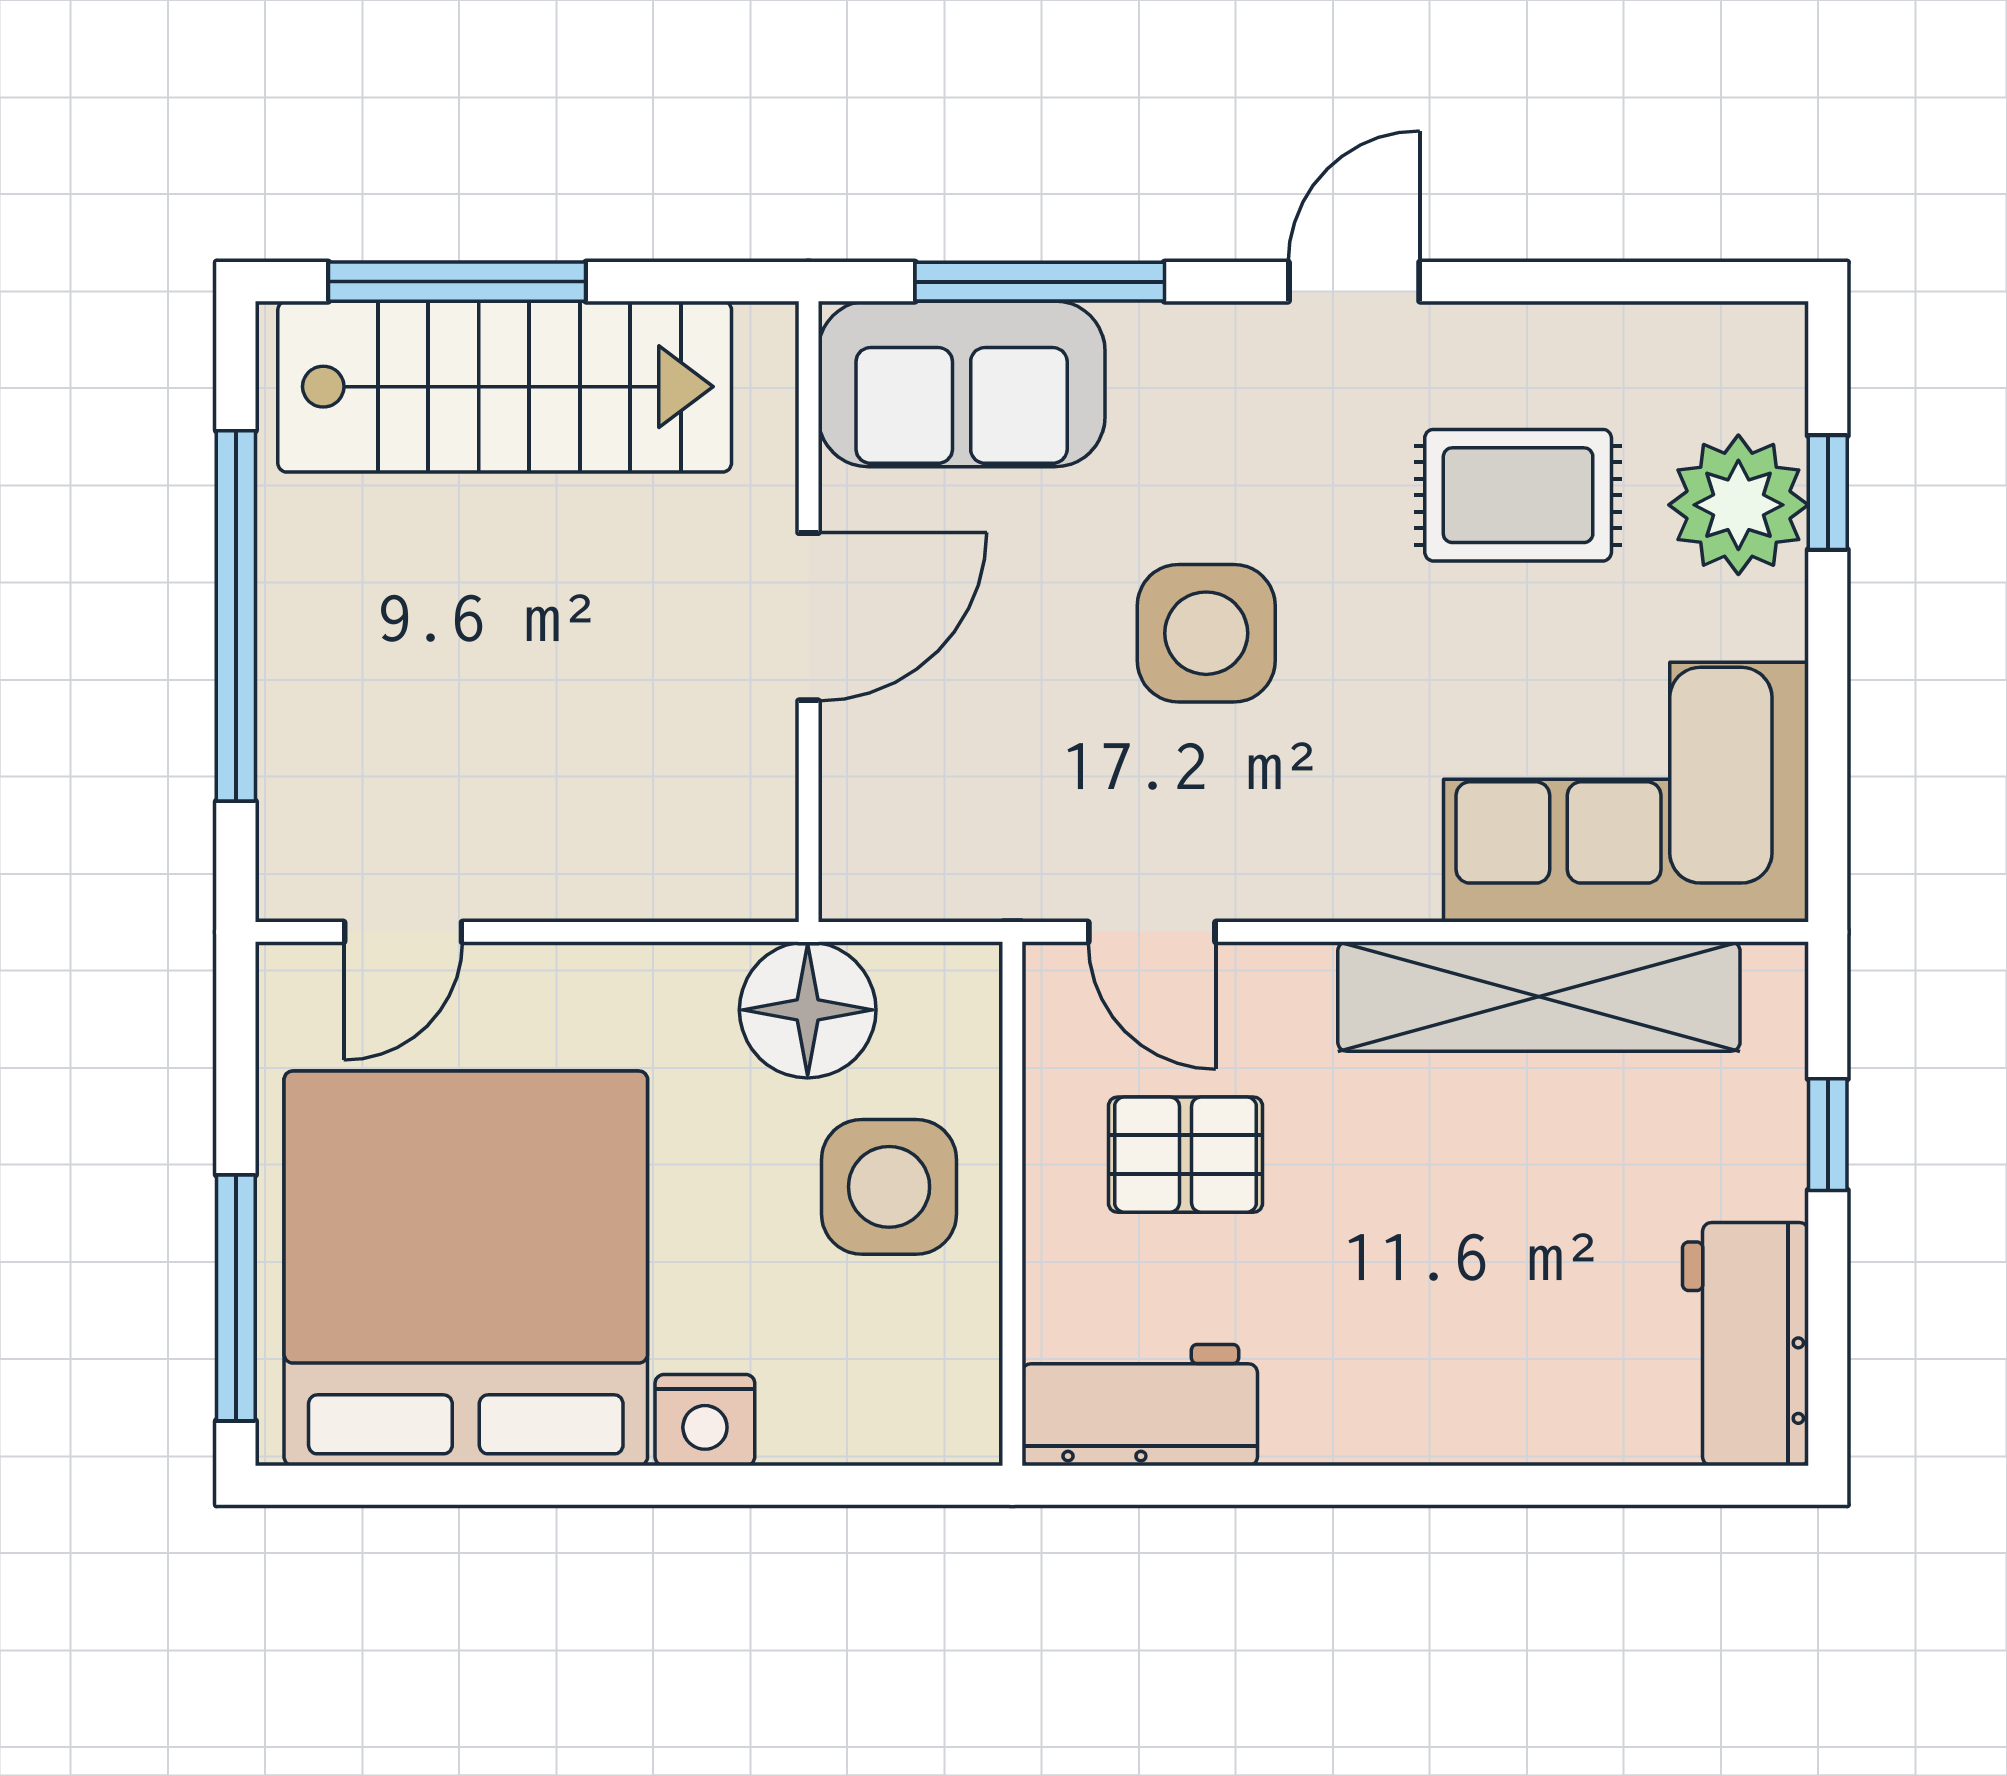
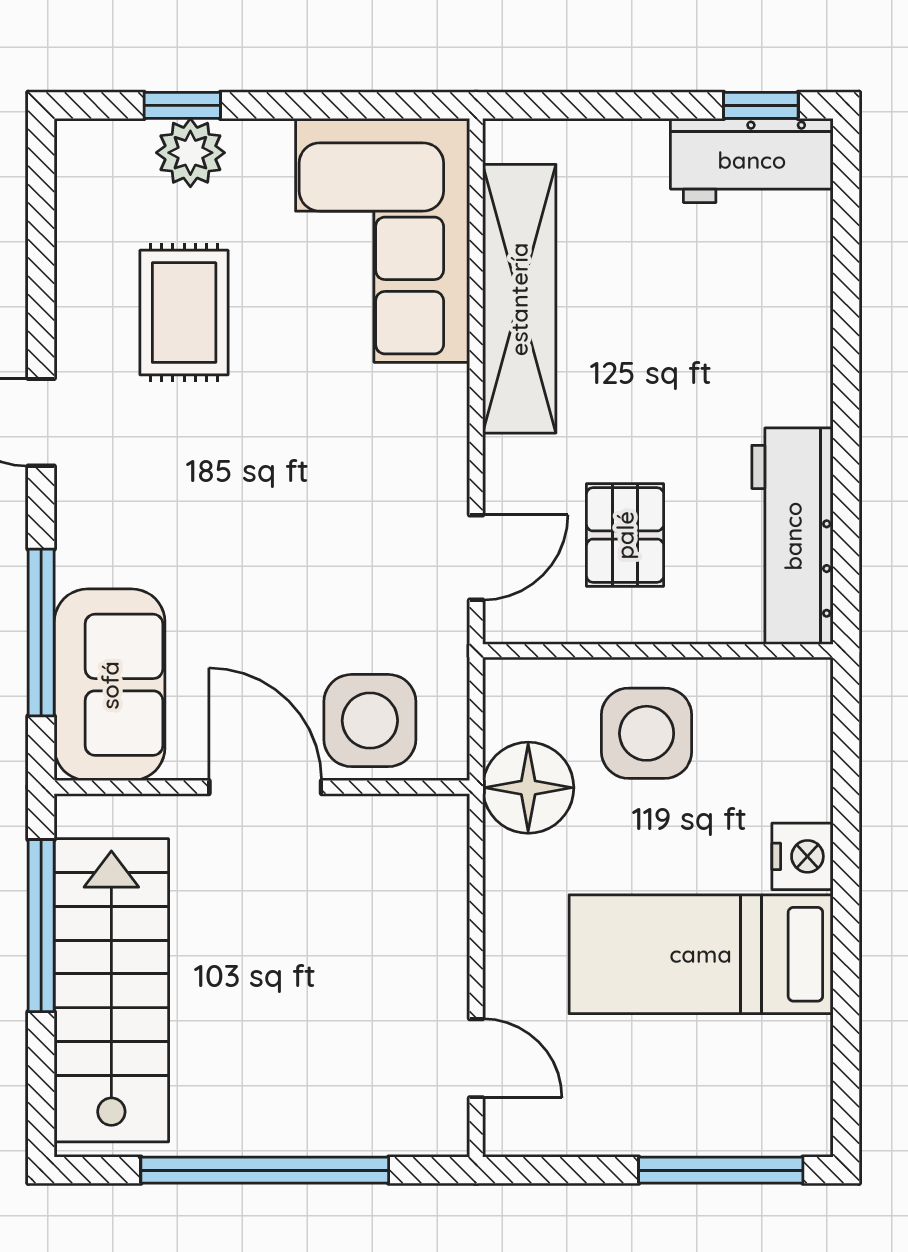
window: (457, 282) -> (41, 926), moved
plant: (1738, 505) -> (190, 153), width x0.73, depth x0.73
side table: (1206, 633) -> (370, 721), moved
window: (1828, 1135) -> (761, 105), moved
bed: (466, 1268) -> (701, 954), width x0.49
workbench: (1140, 1405) -> (793, 536), width x1.38

